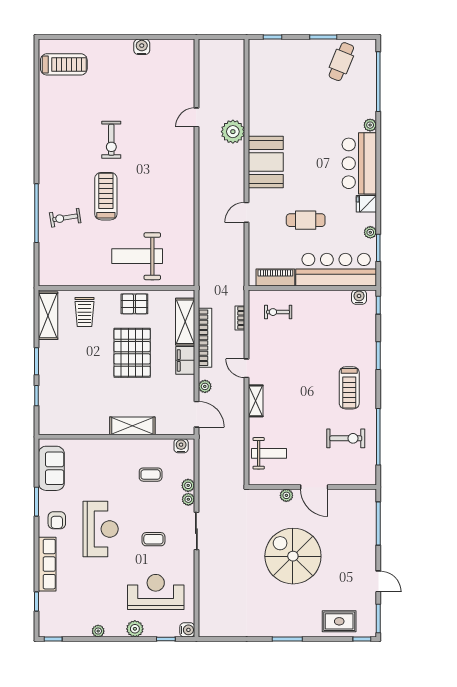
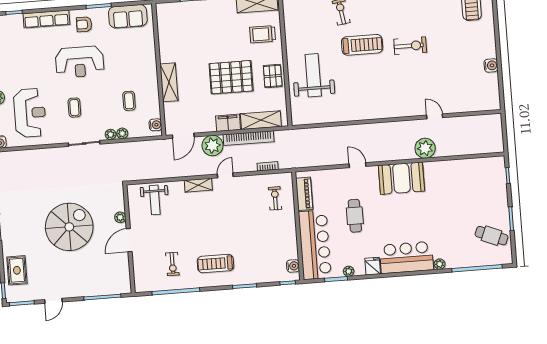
exercise bike: (111, 140) -> (410, 46), turned 180
plant: (205, 386) -> (212, 146), width x1.87, depth x1.87
exercise bike: (346, 438) -> (172, 264), width x0.73, depth x0.72

